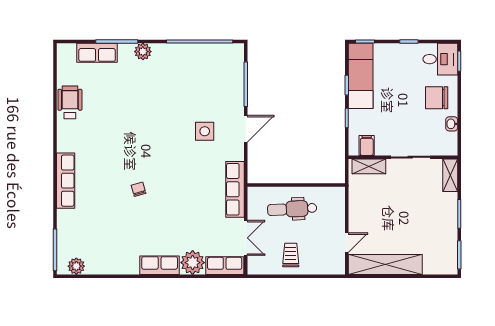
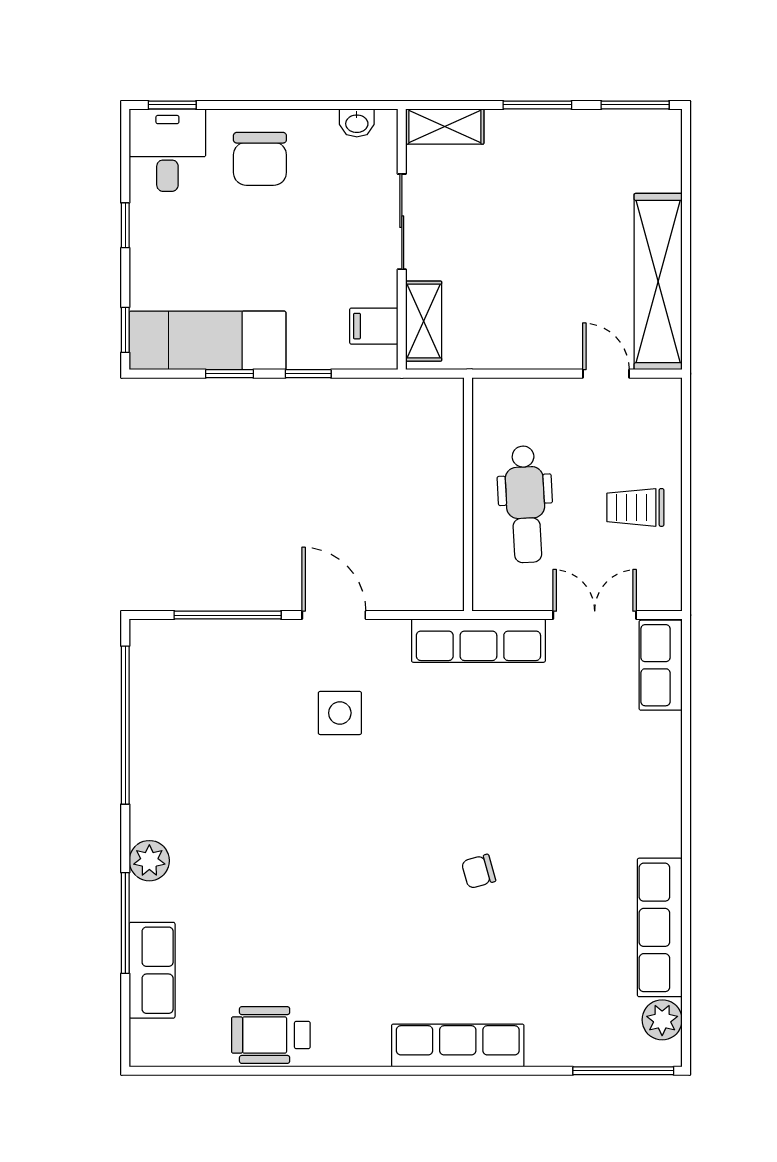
washbasin: (452, 124) -> (357, 123), moved
plant: (193, 263) -> (653, 742), removed
row of seats: (160, 265) -> (660, 927), moved, width x1.48

